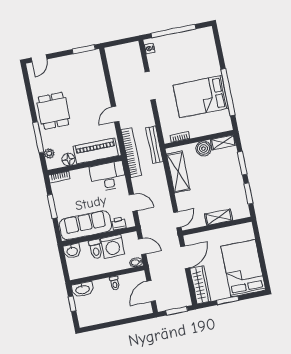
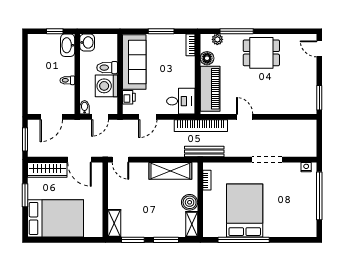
desk: (108, 176) -> (181, 101), width x0.73
shelving: (219, 217) -> (114, 223), moved
washbasin: (72, 251) -> (87, 42), moved, turned 180
door: (151, 291) -> (51, 117), swing flipped

